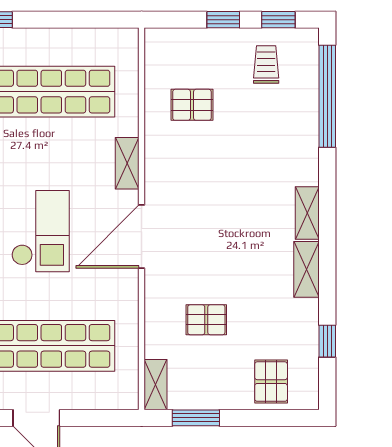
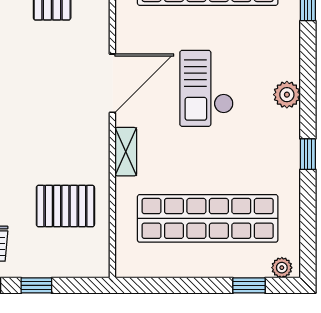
pallet: (192, 105) -> (65, 206), width x1.50, depth x1.42

